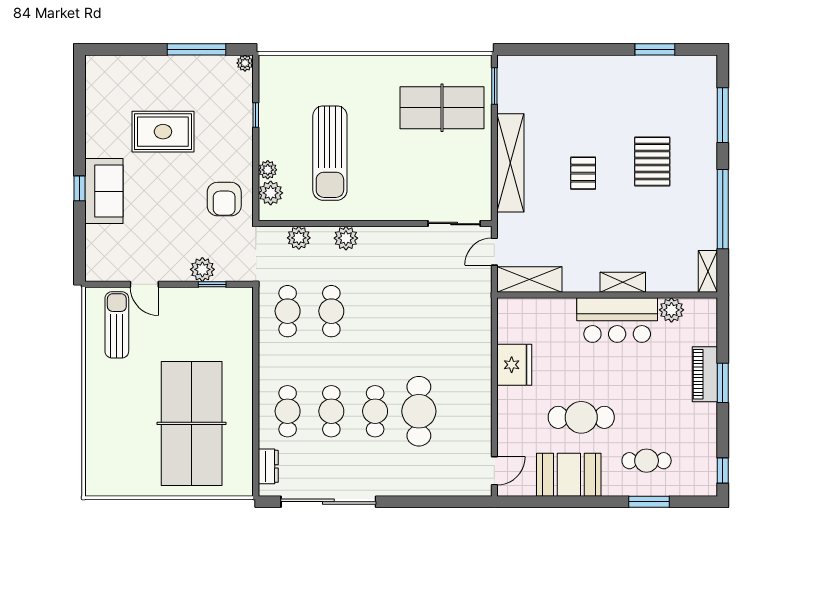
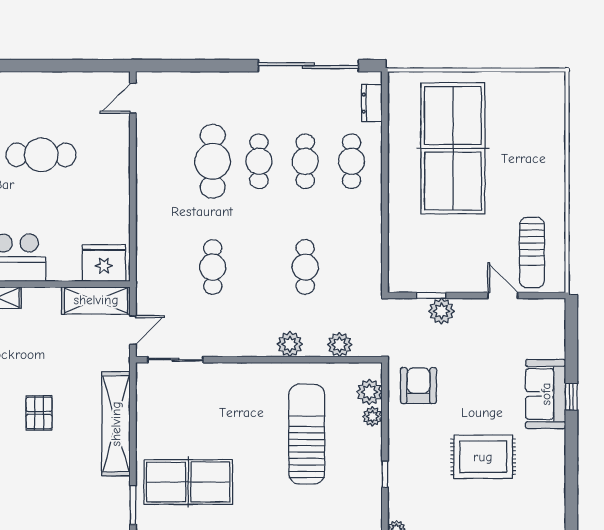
cafe table: (288, 311) -> (213, 267), moved
fridge: (514, 365) -> (104, 263), moved, turned 90
booth: (569, 475) -> (54, 94), removed

